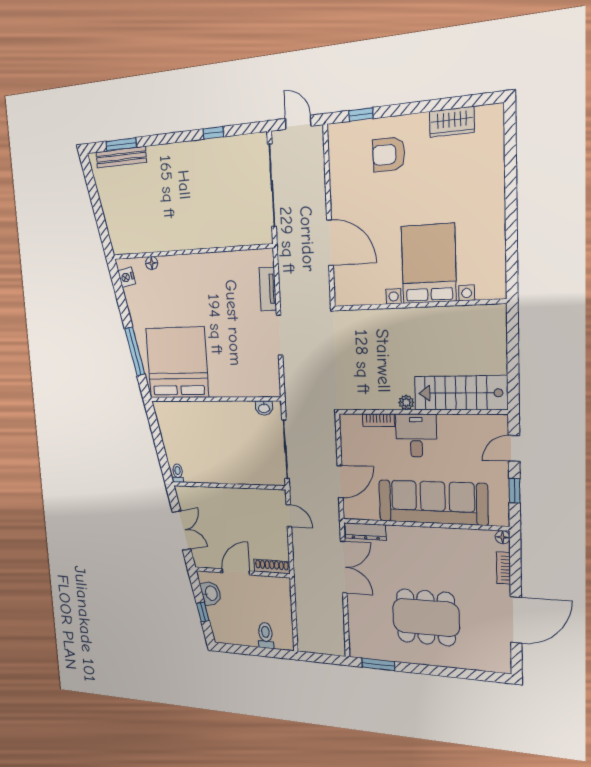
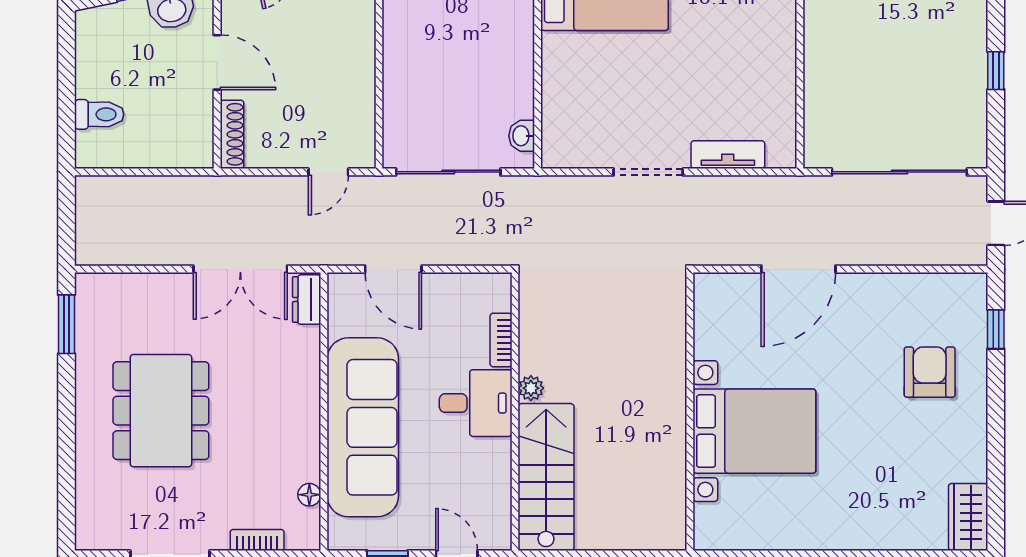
wardrobe: (452, 122) -> (968, 517), moved
dresser: (365, 531) -> (307, 300), width x0.70
floor lamp: (503, 537) -> (309, 495), moved

